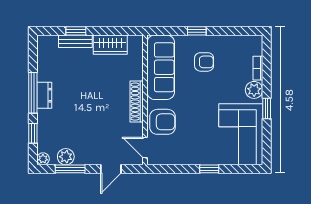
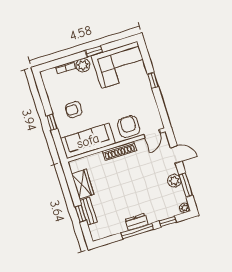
armchair: (204, 62) -> (74, 110), turned -90
plant: (66, 157) -> (174, 181), moved

